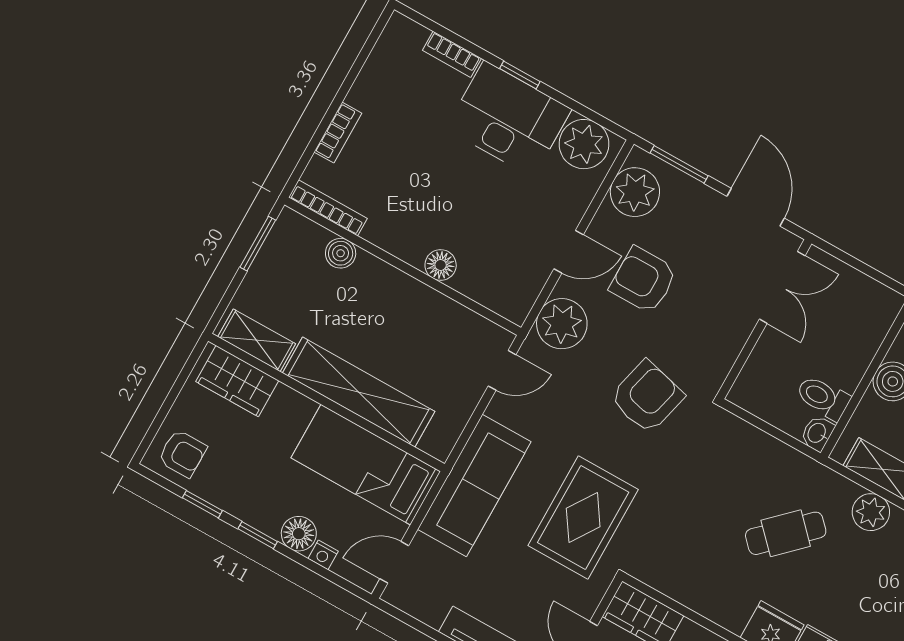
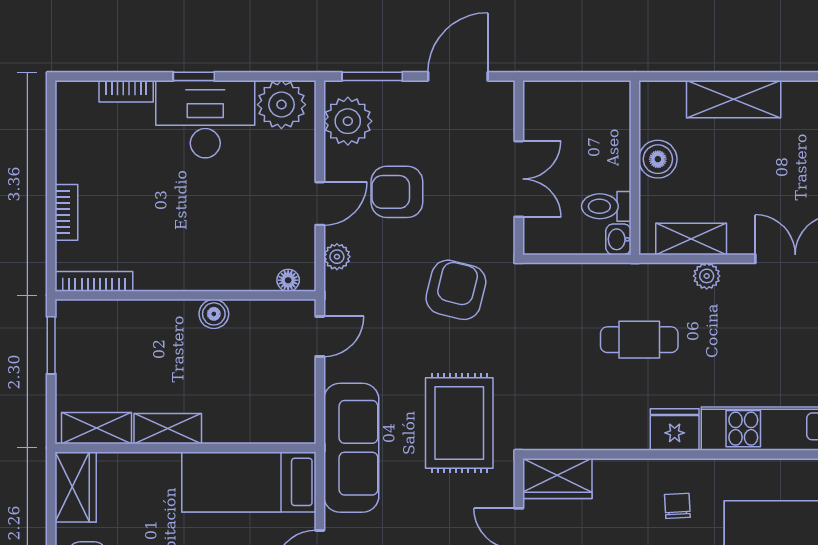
door: (756, 207) -> (458, 76), hinge flipped
boiler: (341, 253) -> (214, 314), moved
floor lamp: (441, 265) -> (288, 280), moved, width x0.73, depth x0.73
double door: (782, 287) -> (519, 179), moved
plant: (562, 324) -> (337, 257), width x0.53, depth x0.53
wardrobe: (237, 381) -> (76, 487), moved, turned -90
shelving: (359, 392) -> (168, 429), width x0.45, depth x0.75
plant: (871, 512) -> (707, 276), width x0.73, depth x0.73
cafe table: (786, 533) -> (639, 340), turned 44

